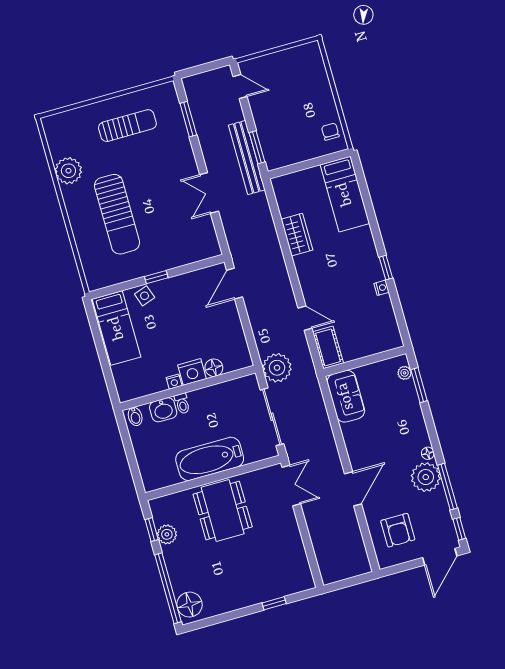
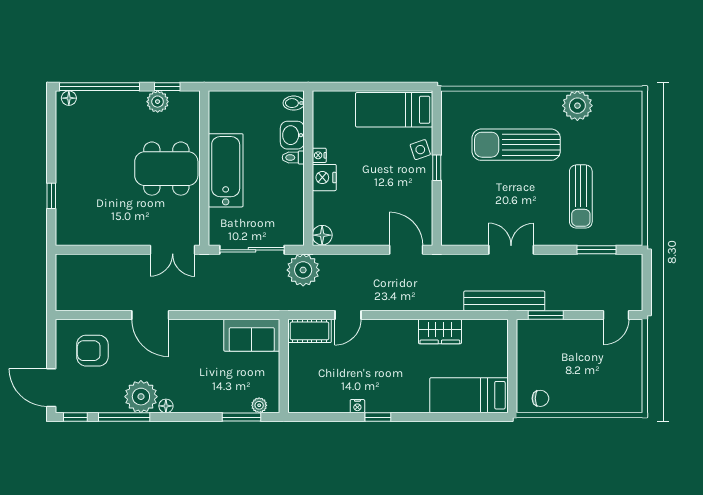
sun lounger: (127, 126) -> (581, 196), moved
bench: (247, 158) -> (504, 301), moved
floor lamp: (214, 368) -> (322, 235), moved
floor lamp: (190, 605) -> (69, 98), width x0.53, depth x0.53

